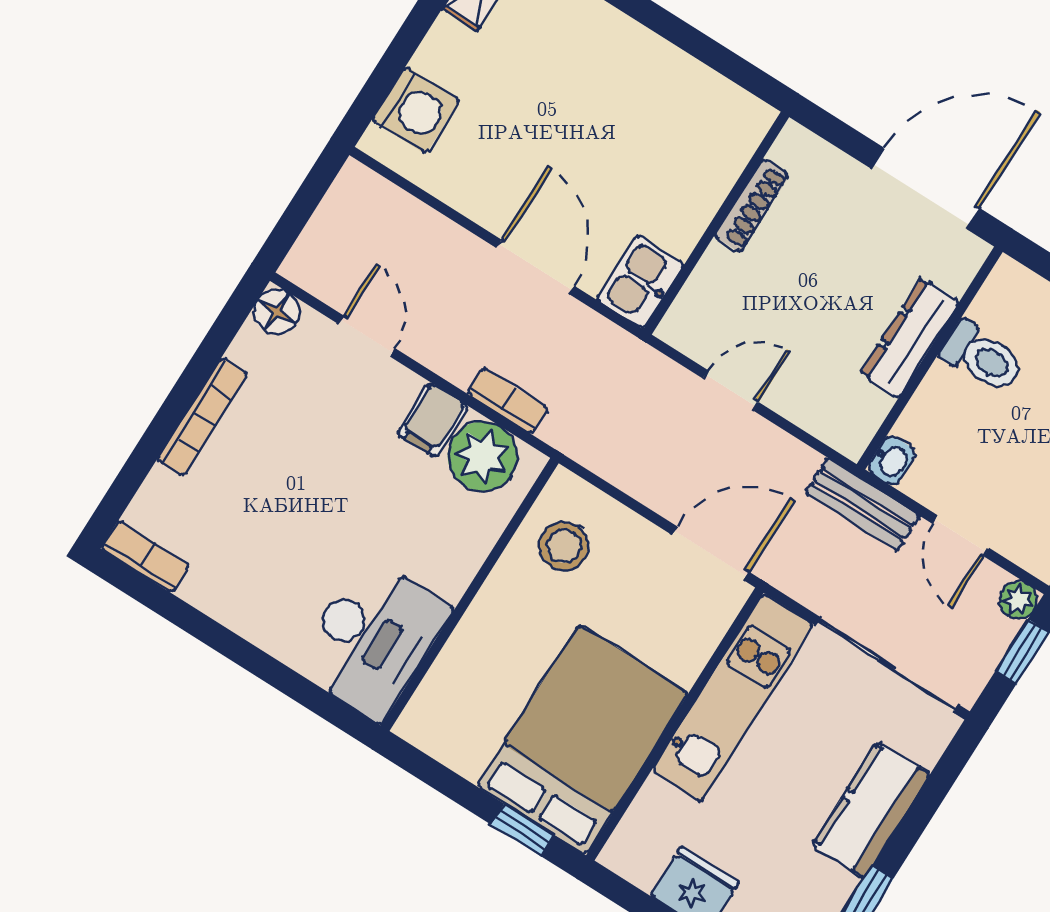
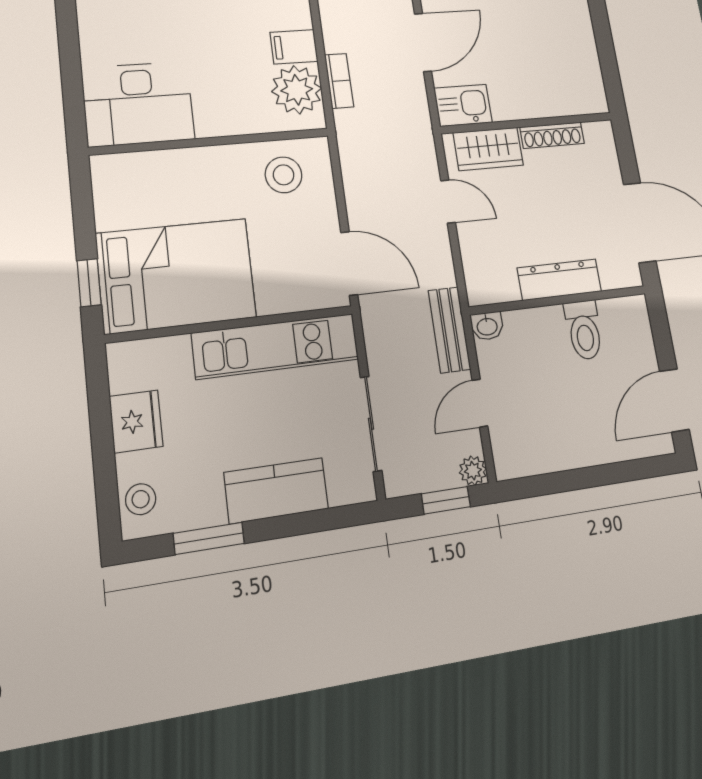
wardrobe: (710, 294) -> (488, 149), added
sliding door: (887, 665) -> (371, 424), width x0.73

